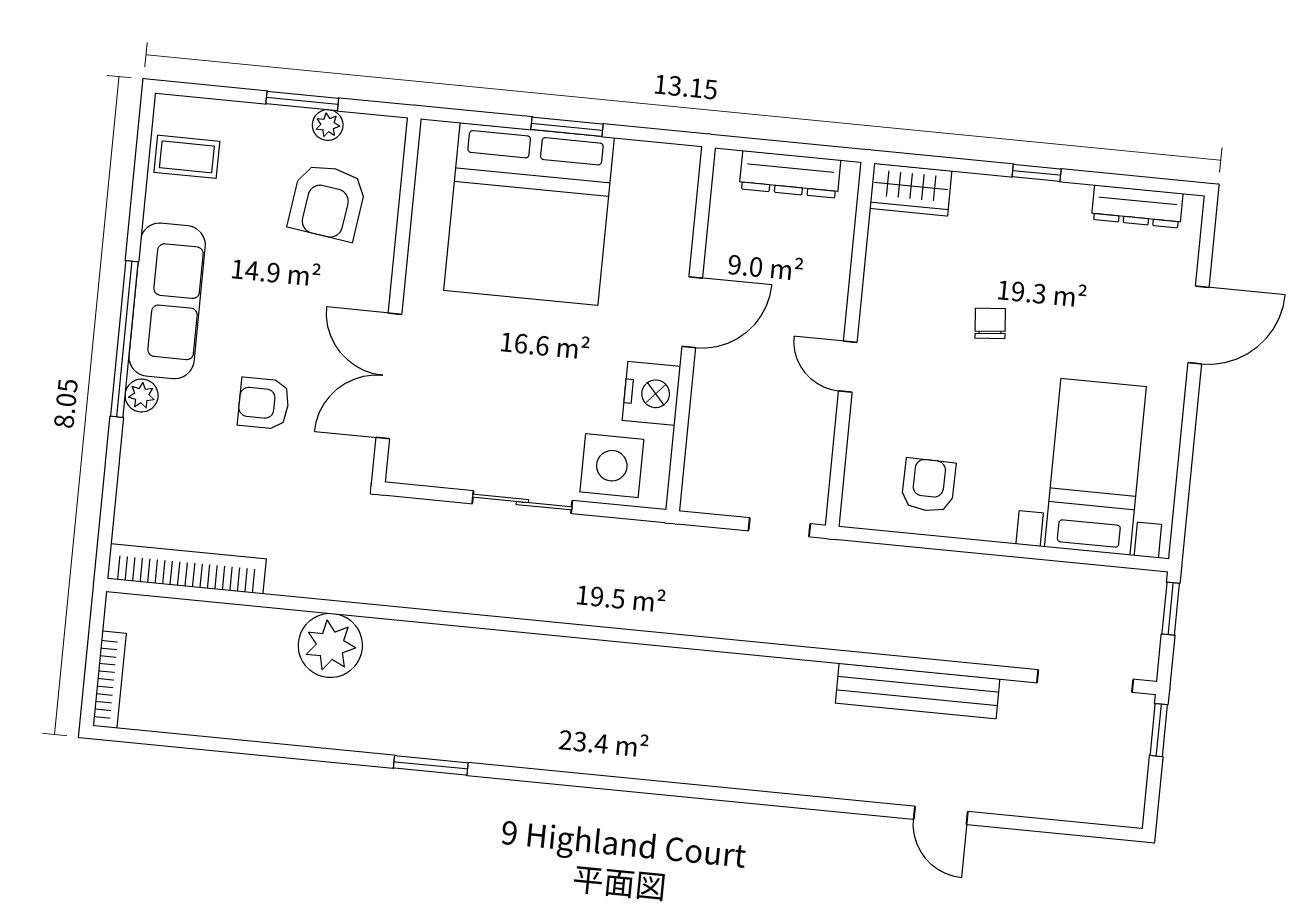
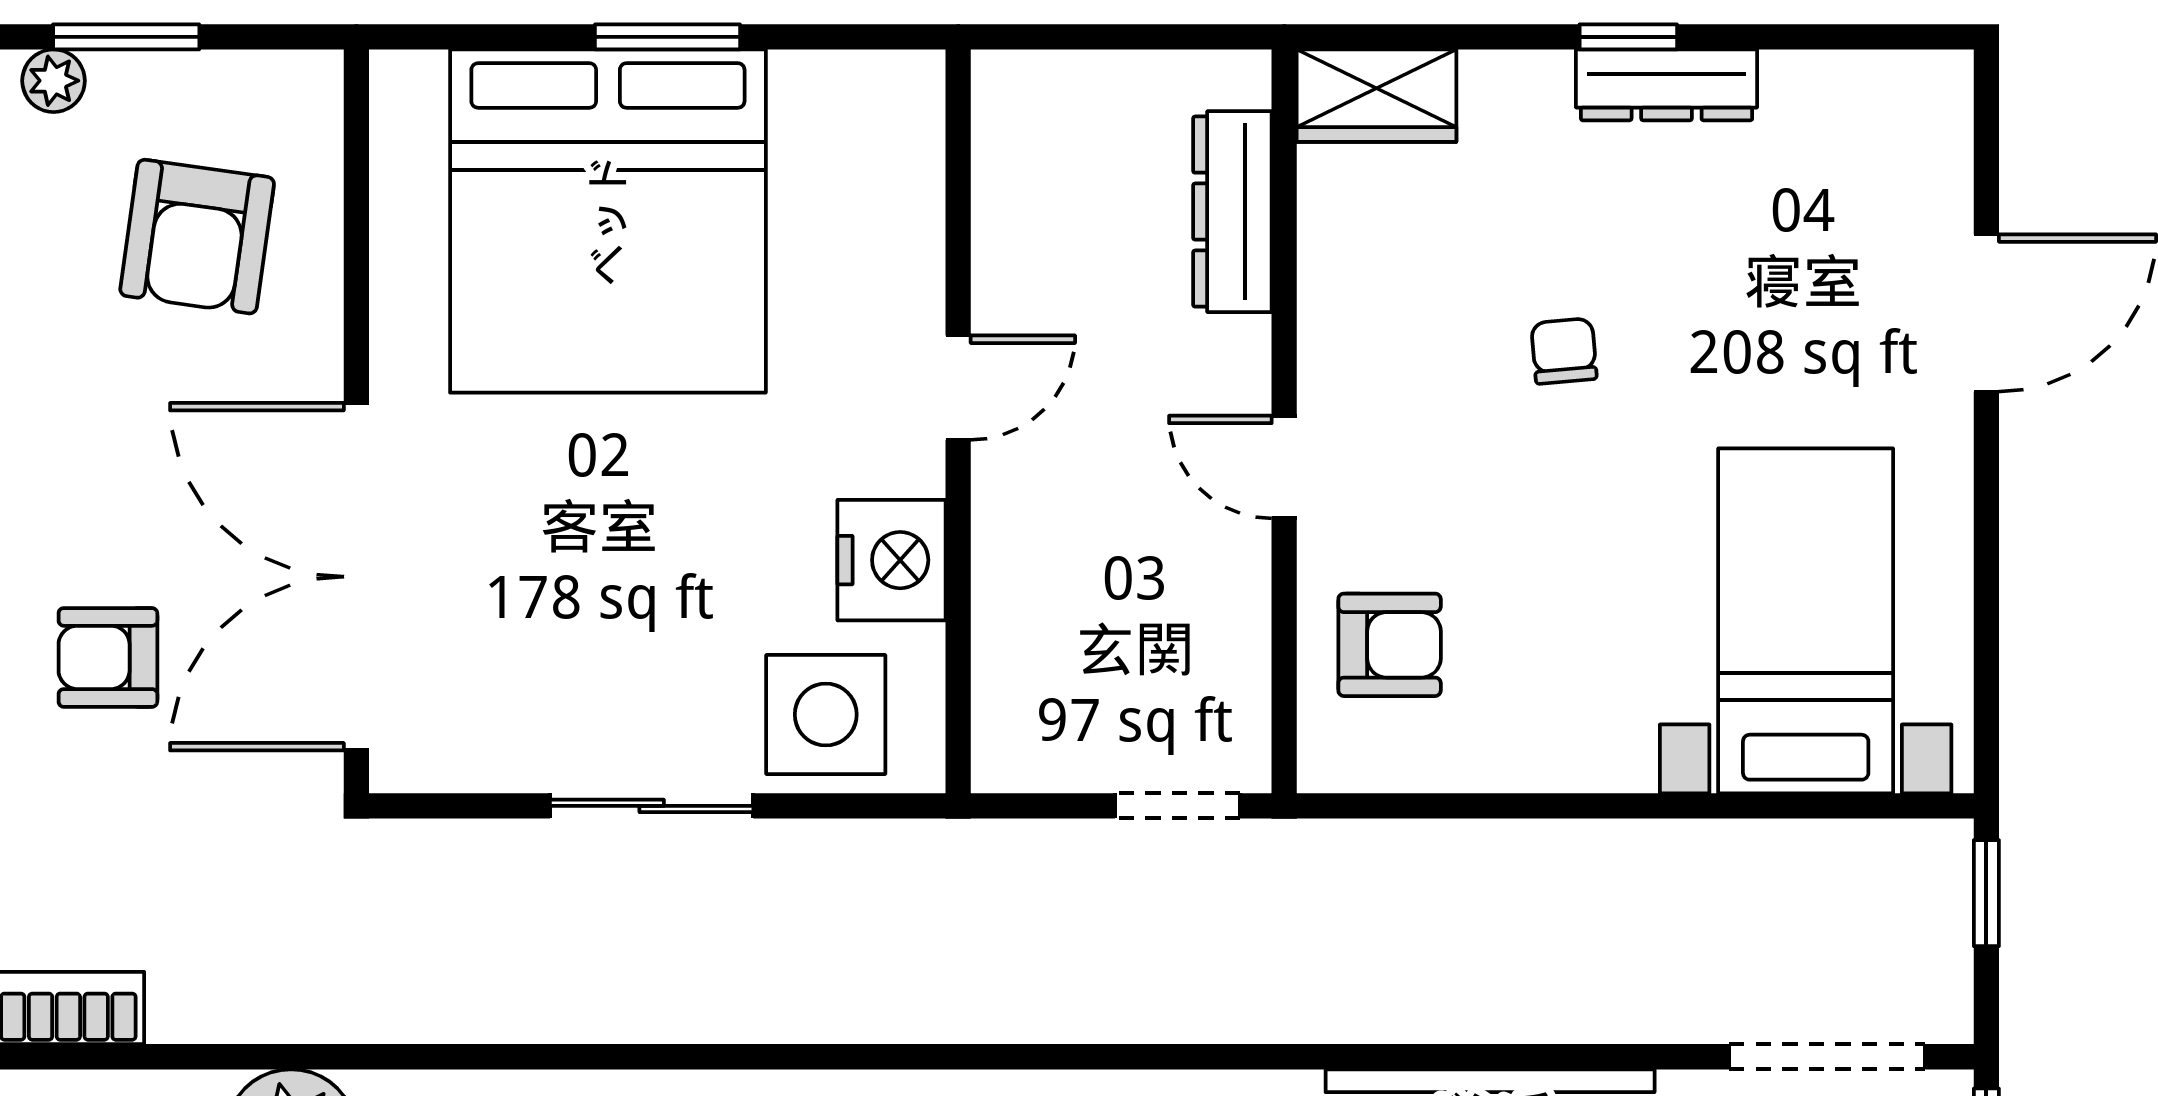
plant: (328, 125) -> (54, 81), moved
dresser: (790, 174) -> (1232, 212), moved, turned 90
dresser: (1137, 206) -> (1667, 85), moved
door: (692, 312) -> (958, 388), width x0.73
double door: (389, 376) -> (356, 577), width x1.36
armchair: (928, 485) -> (1390, 645), moved, turned 89

